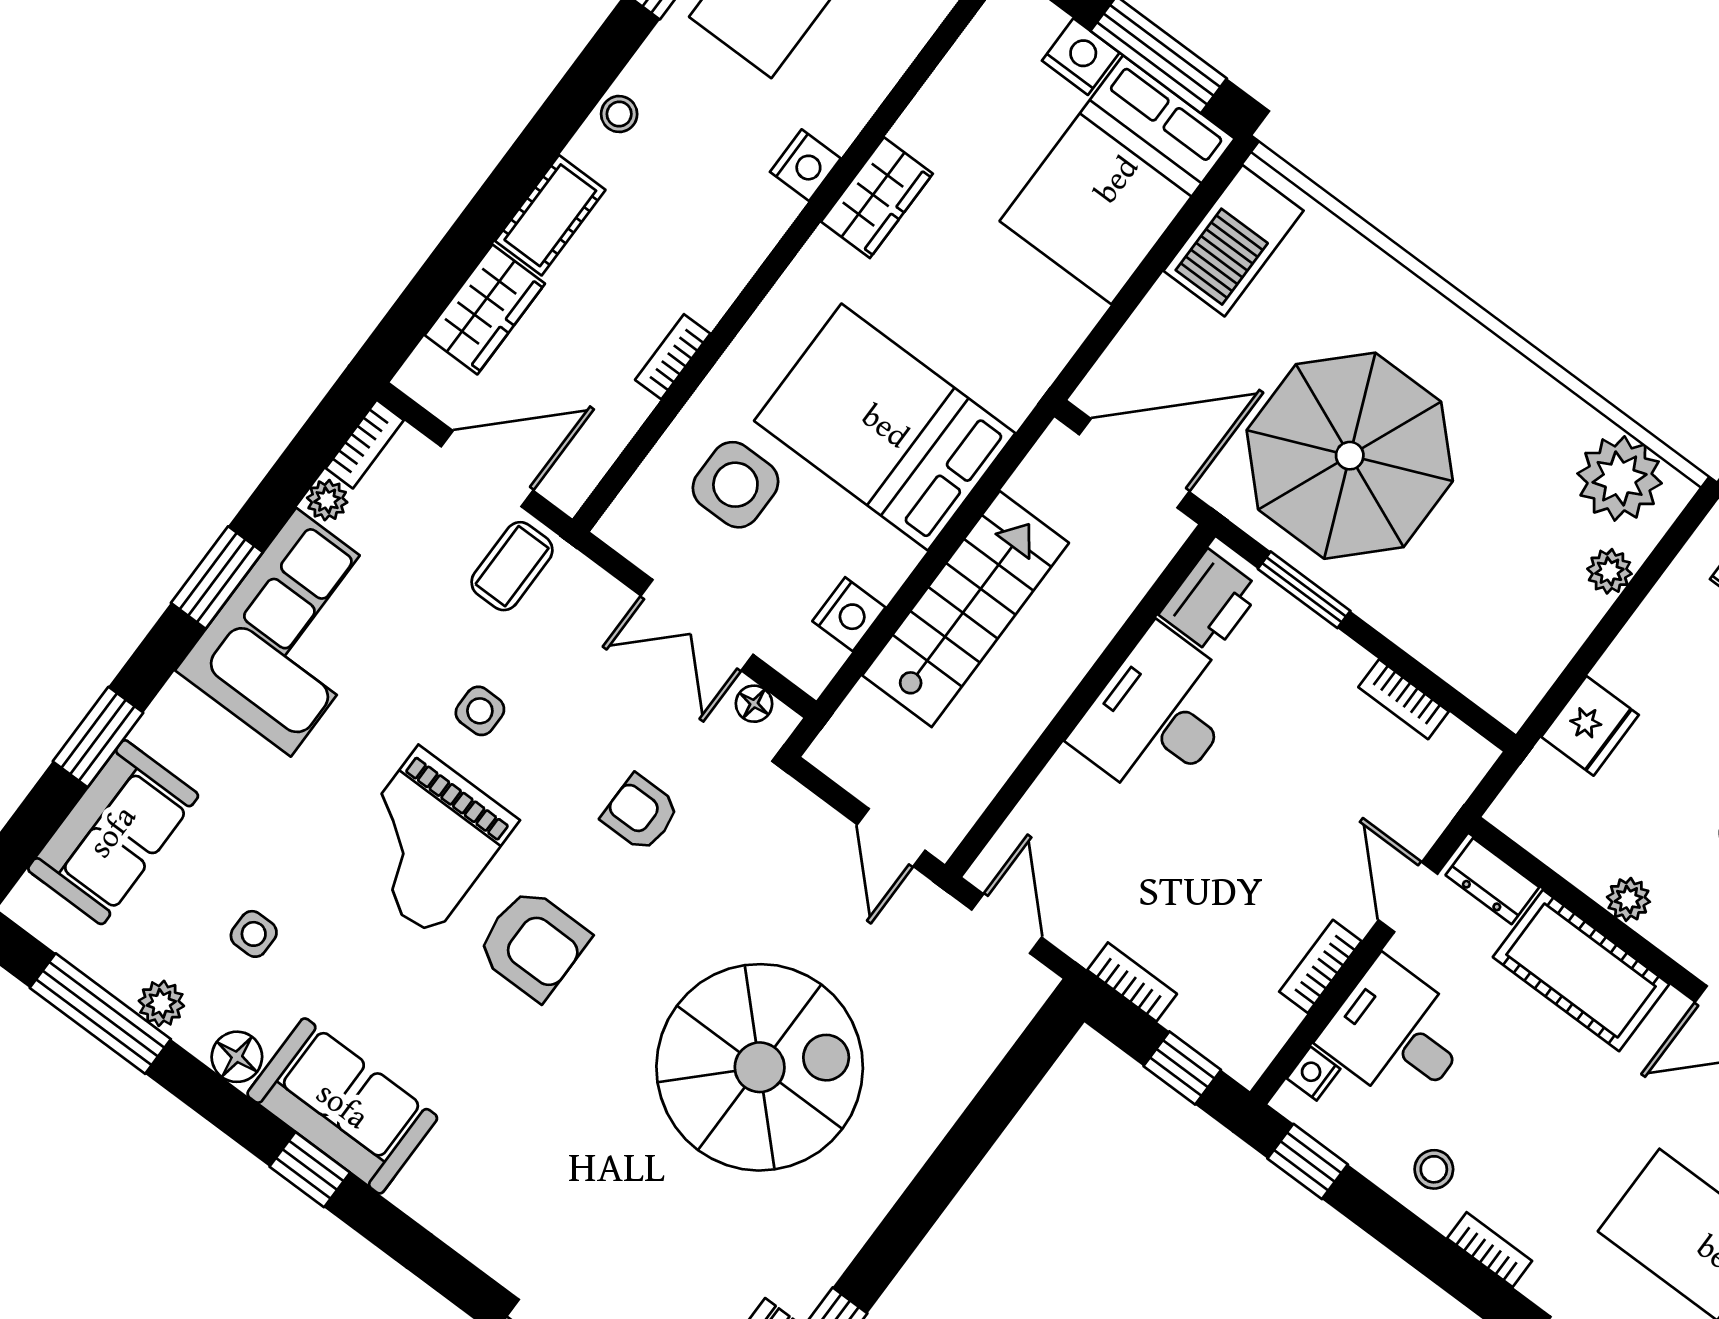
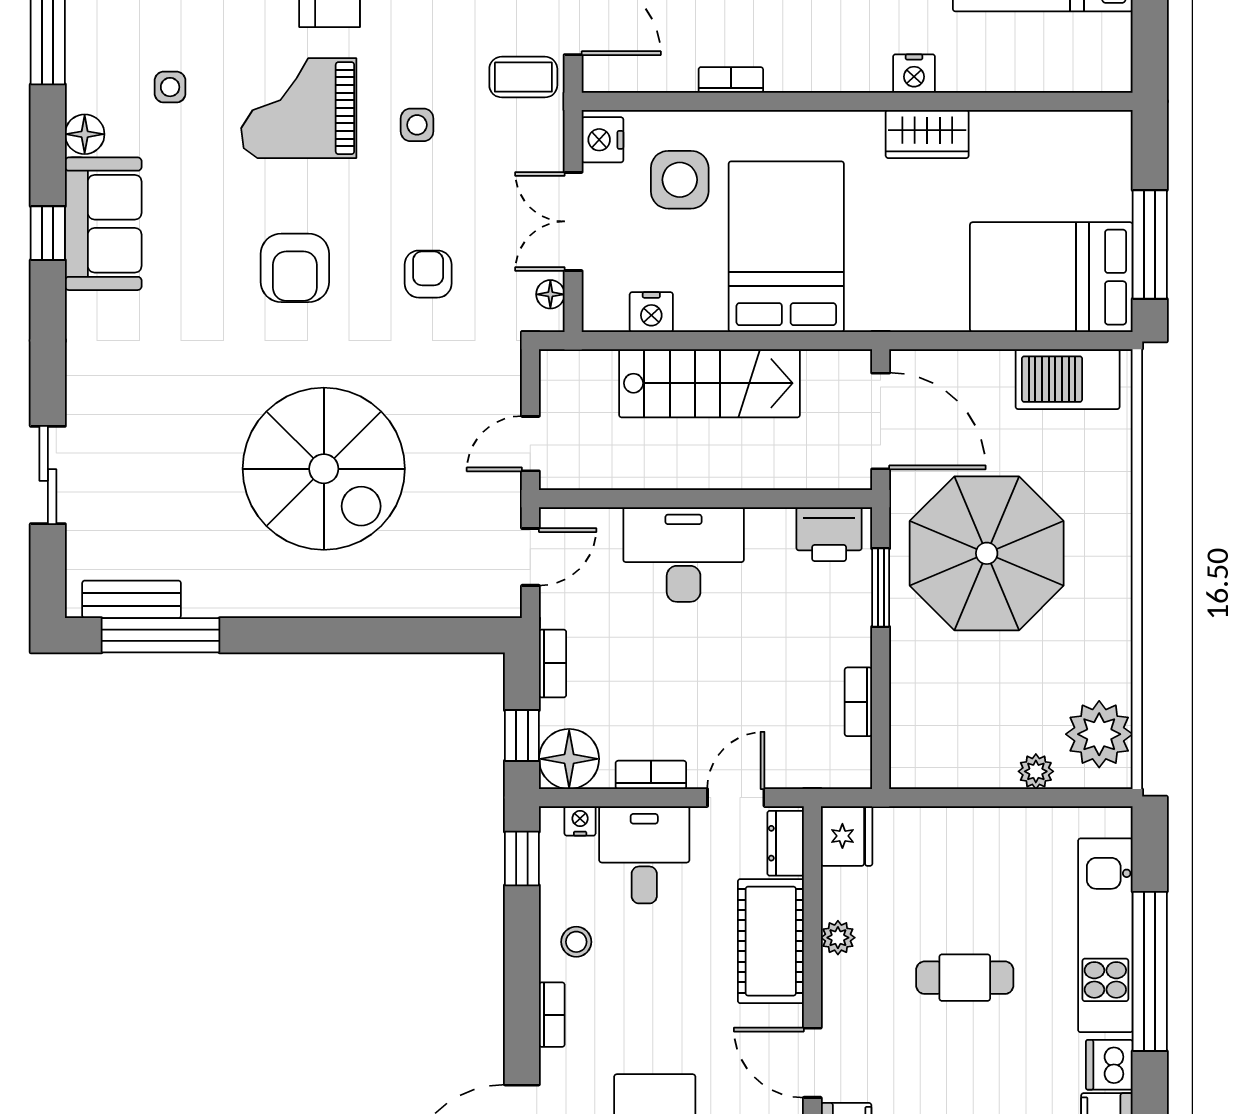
nightstand: (1081, 57) -> (602, 140), moved, turned 180
desk: (1158, 715) -> (684, 554), moved
fridge: (1590, 726) -> (847, 836), moved, turned -90
grand piano: (425, 841) -> (299, 108), moved
plant: (161, 1003) -> (83, 61), removed
floor lamp: (1242, 1038) -> (569, 759), added

